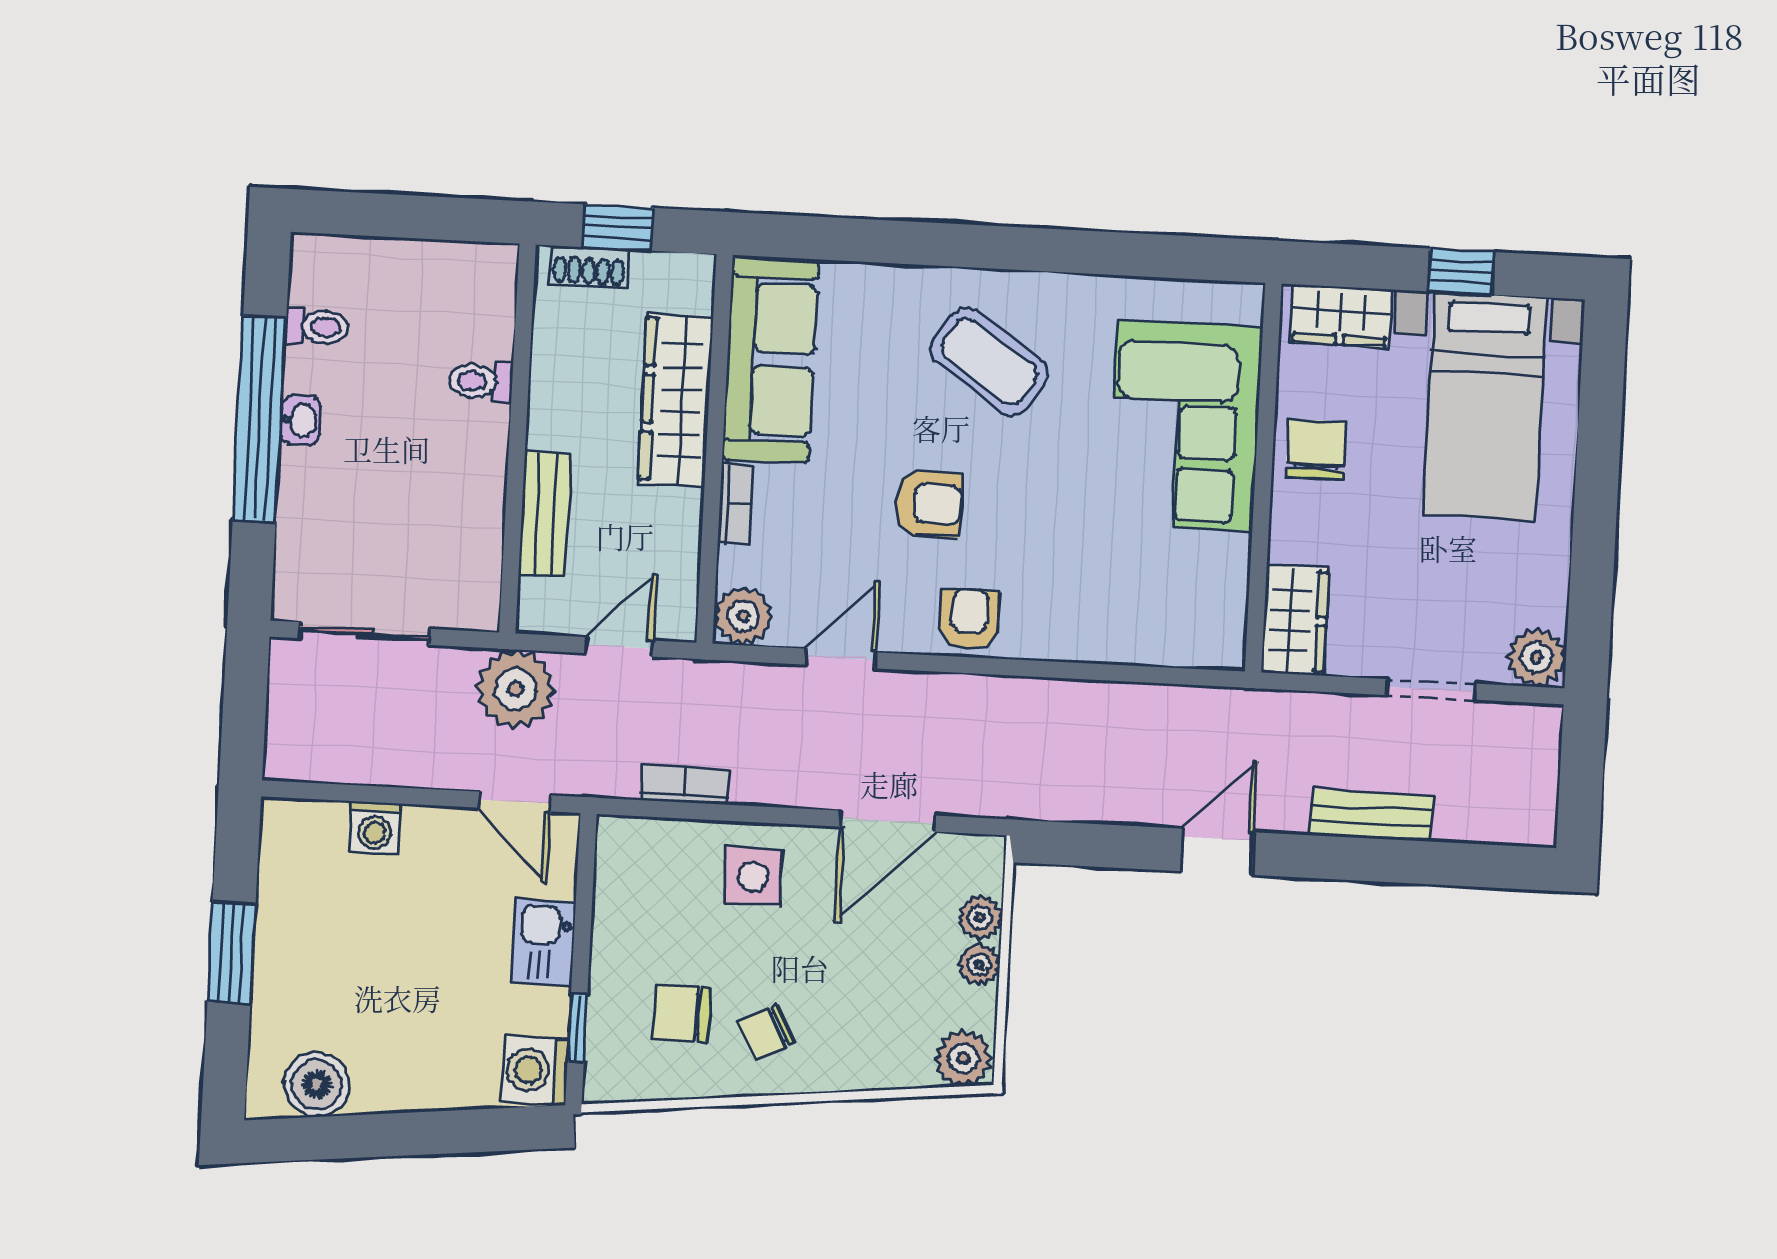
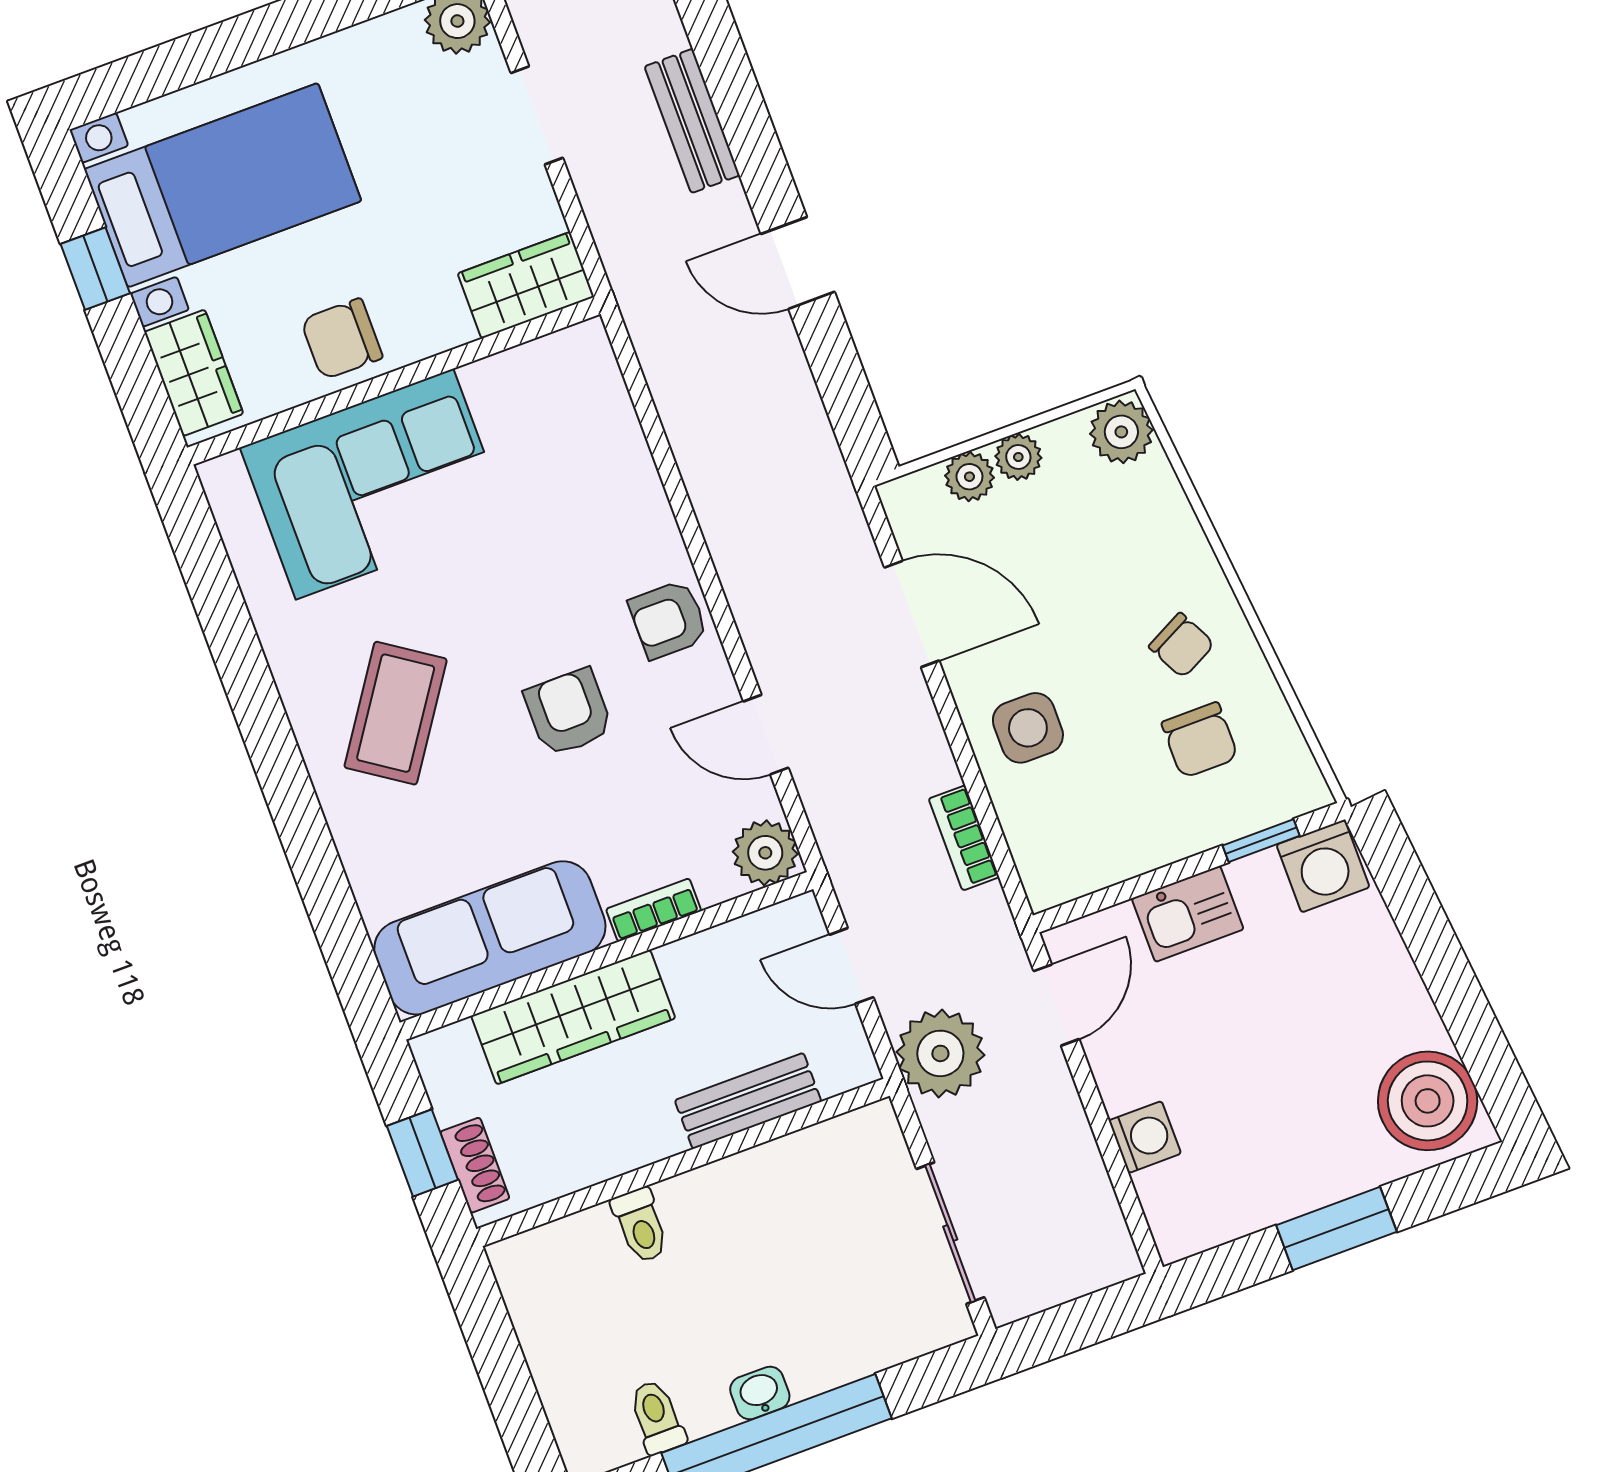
boiler: (317, 1084) -> (1428, 1101), width x1.37, depth x1.37

